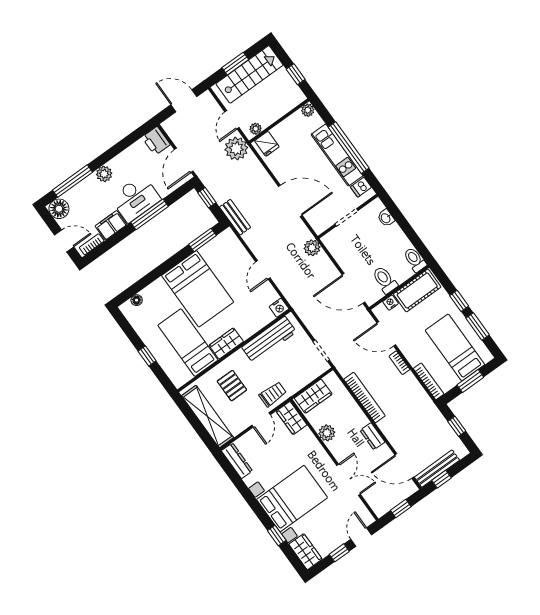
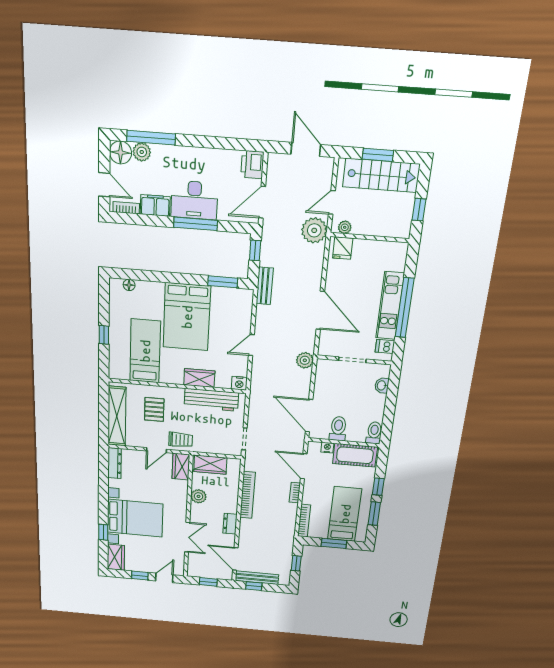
plant: (308, 110) -> (401, 249), removed
plant: (104, 174) -> (142, 152), moved
wardrobe: (226, 343) -> (199, 378), moved

